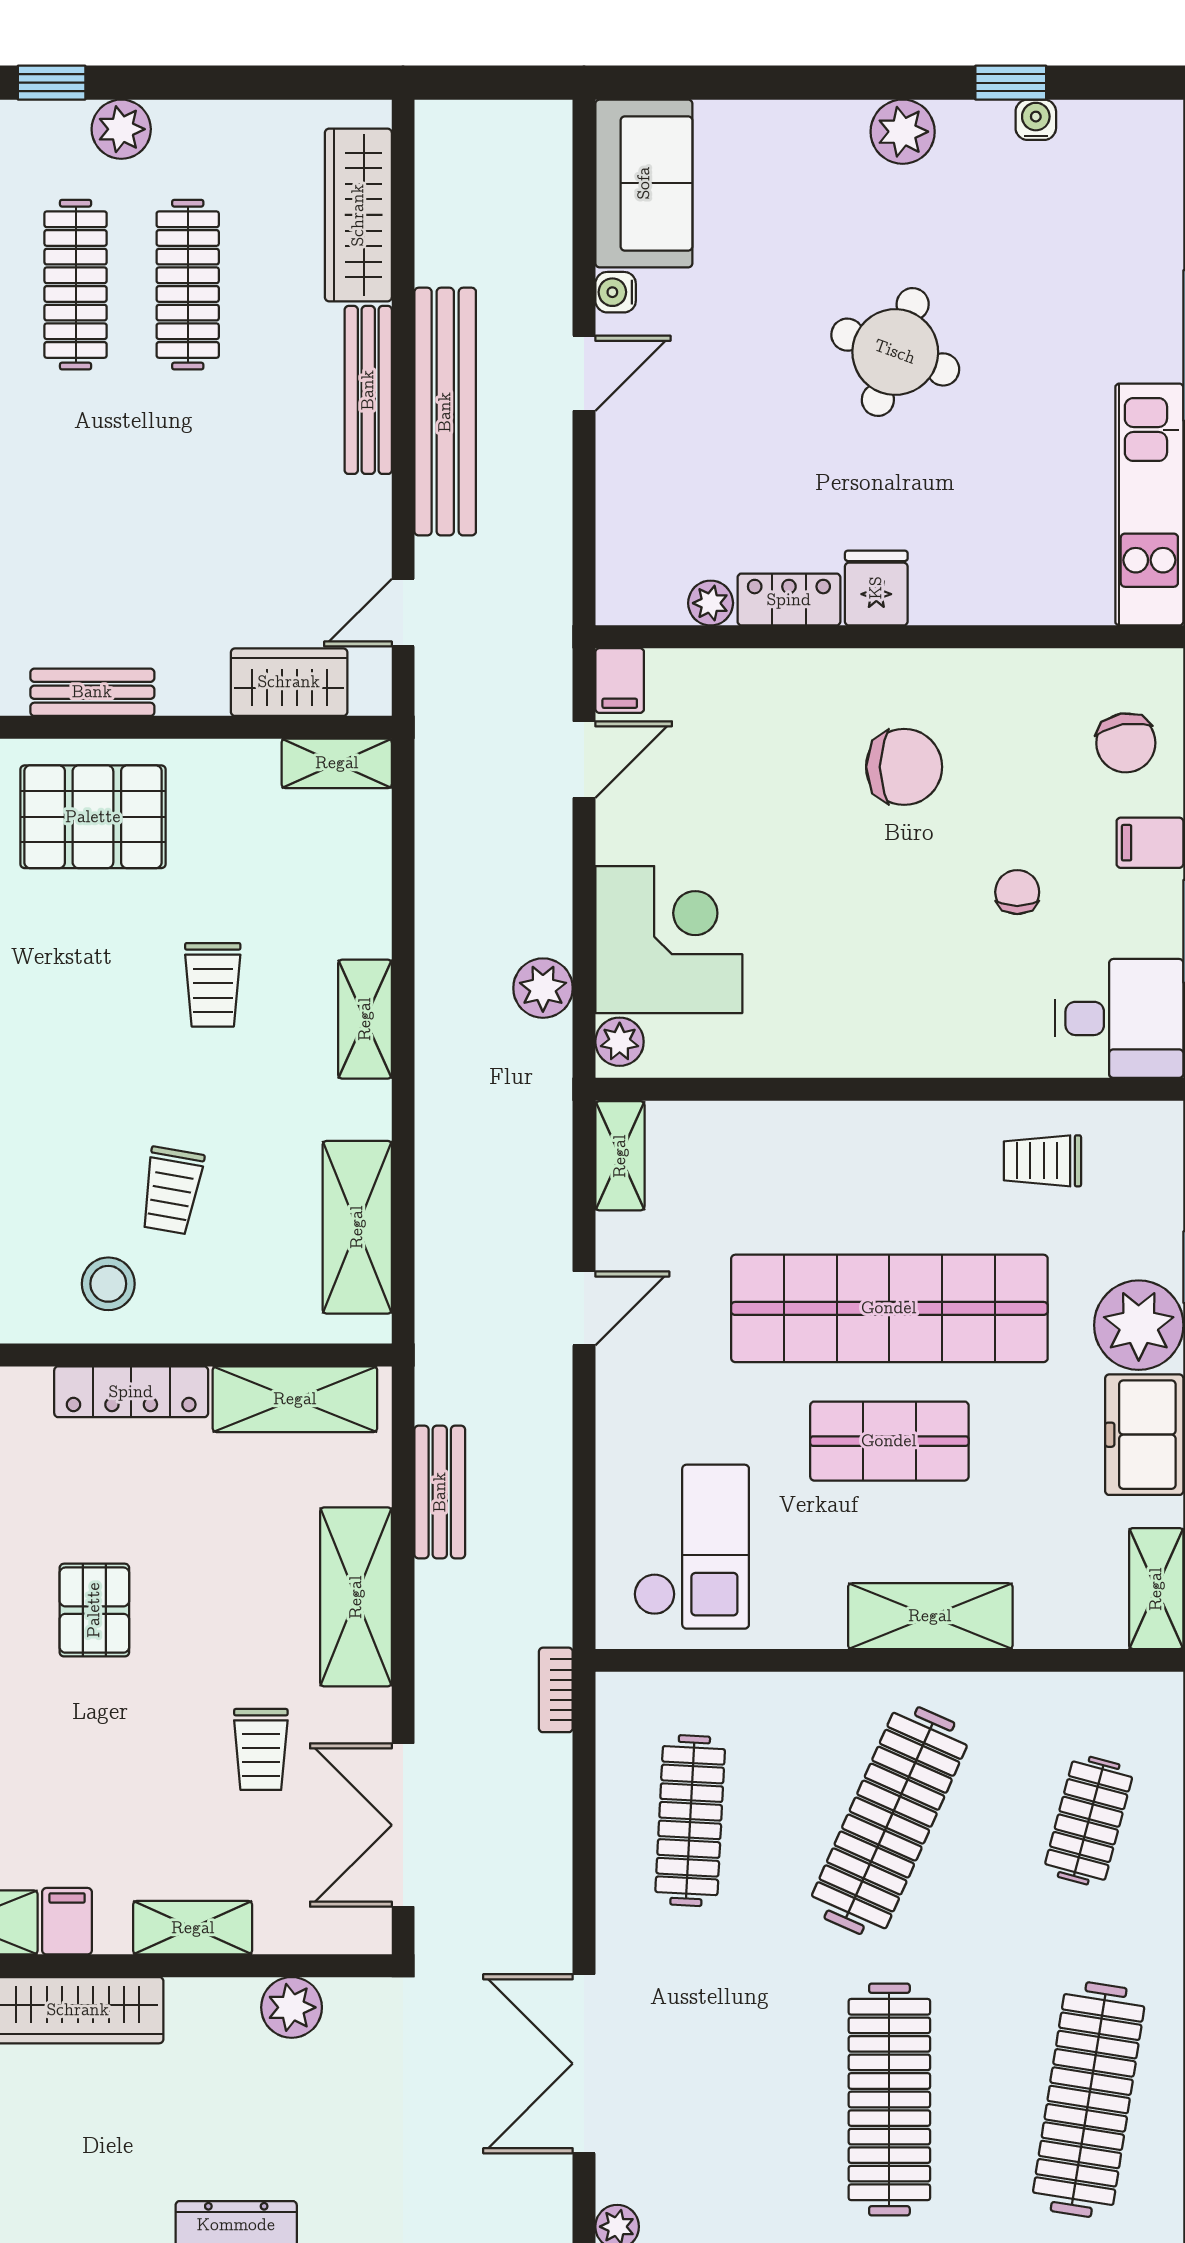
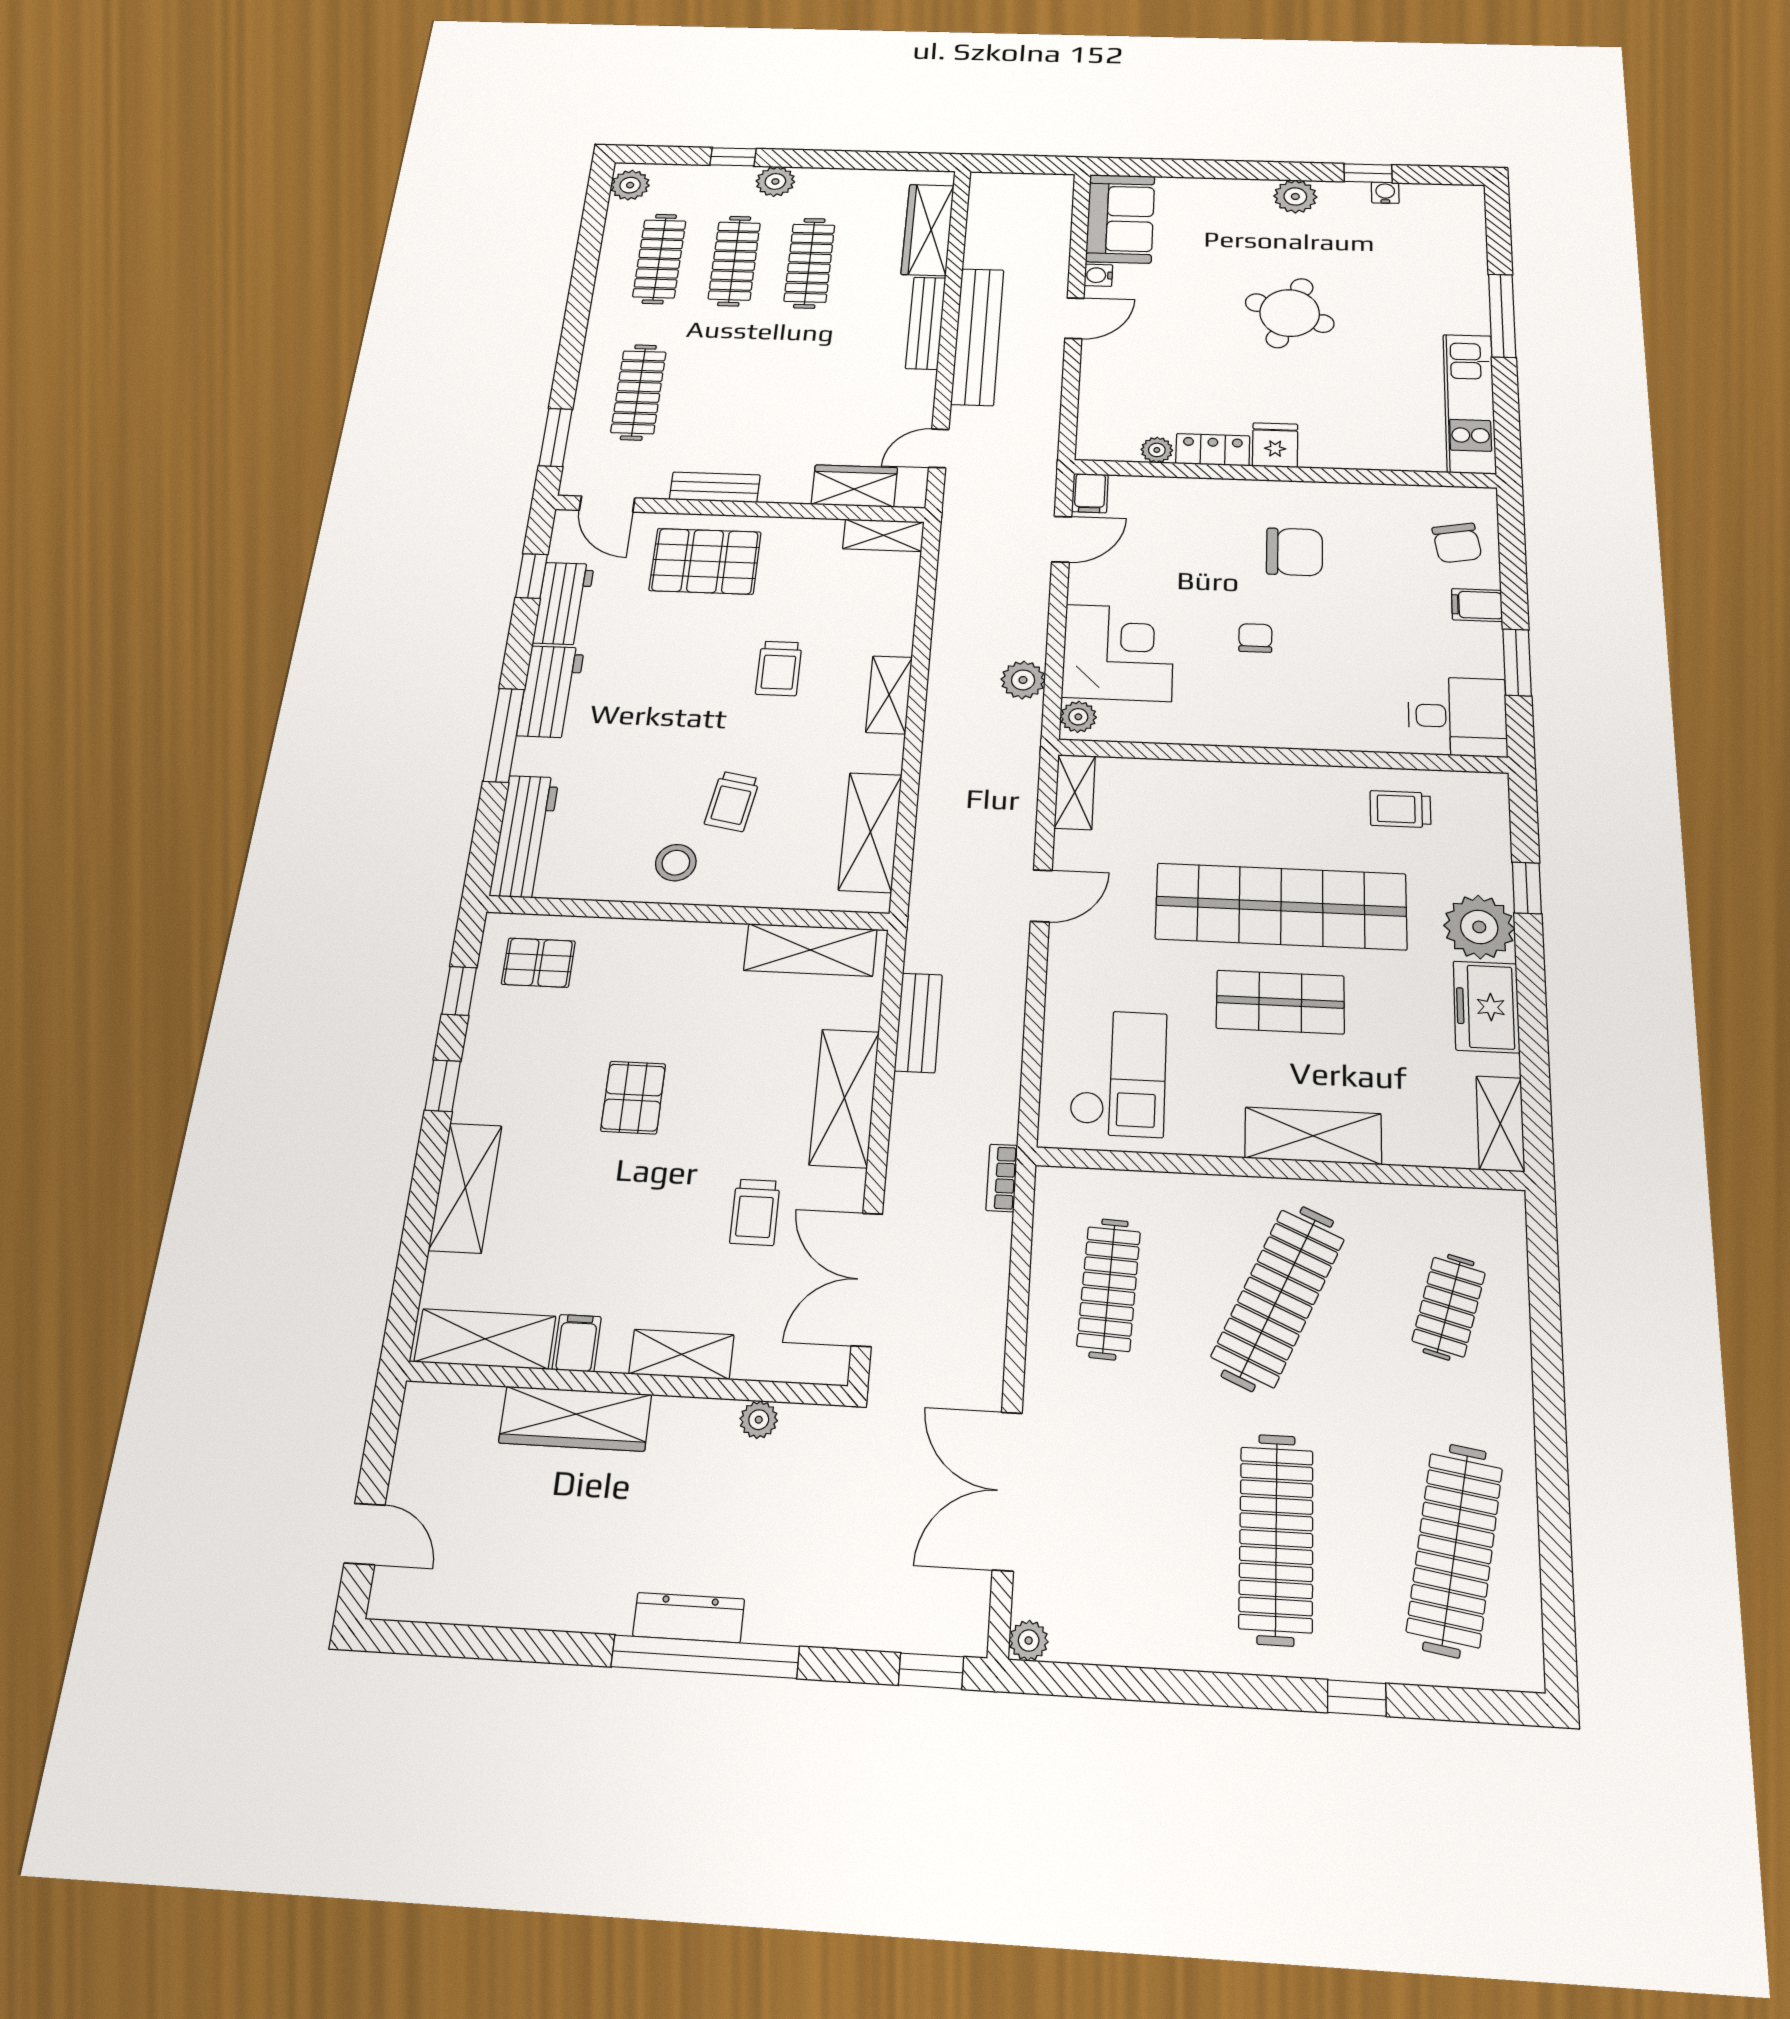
chair: (1017, 892) -> (1255, 638), moved
locker: (131, 1392) -> (683, 939), removed
plant: (292, 2007) -> (759, 1420), width x0.73, depth x0.73

